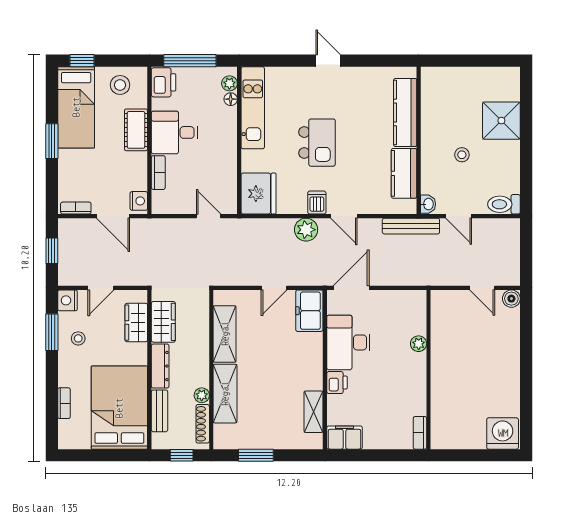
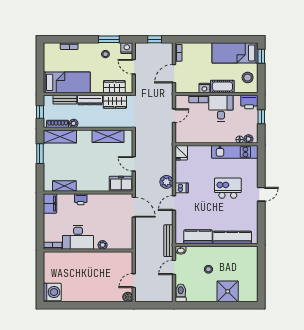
window: (190, 61) -> (261, 117), width x0.46
window: (52, 141) -> (216, 39), removed
kitchen island: (317, 143) -> (228, 188), moved, turned 180
fridge: (259, 194) -> (181, 153), width x0.53, depth x0.75
nightstand: (139, 201) -> (204, 88), moved
door: (209, 216) -> (174, 116), moved
desk: (348, 342) -> (78, 237), moved, turned 180
shelving: (225, 394) -> (60, 136), moved
bed: (119, 408) -> (67, 82), width x0.67

